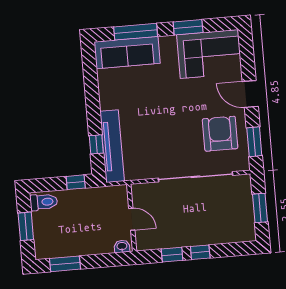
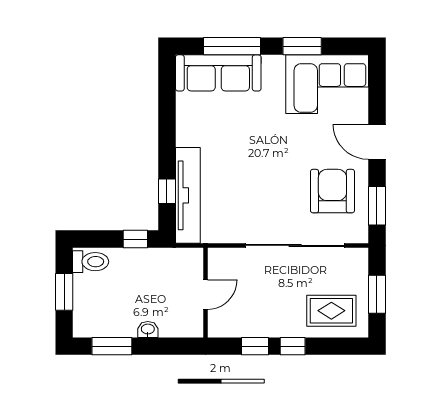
door: (132, 219) -> (206, 295), hinge flipped
rug: (227, 223) -> (331, 311), added
washbasin: (122, 246) -> (148, 329), moved

